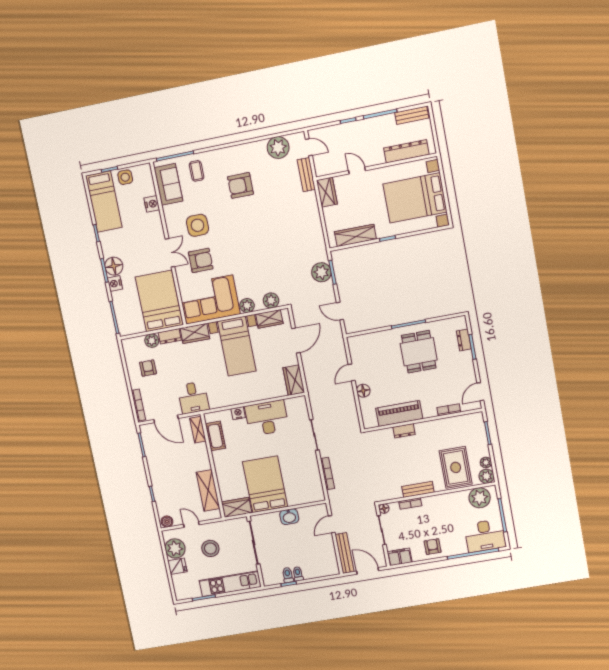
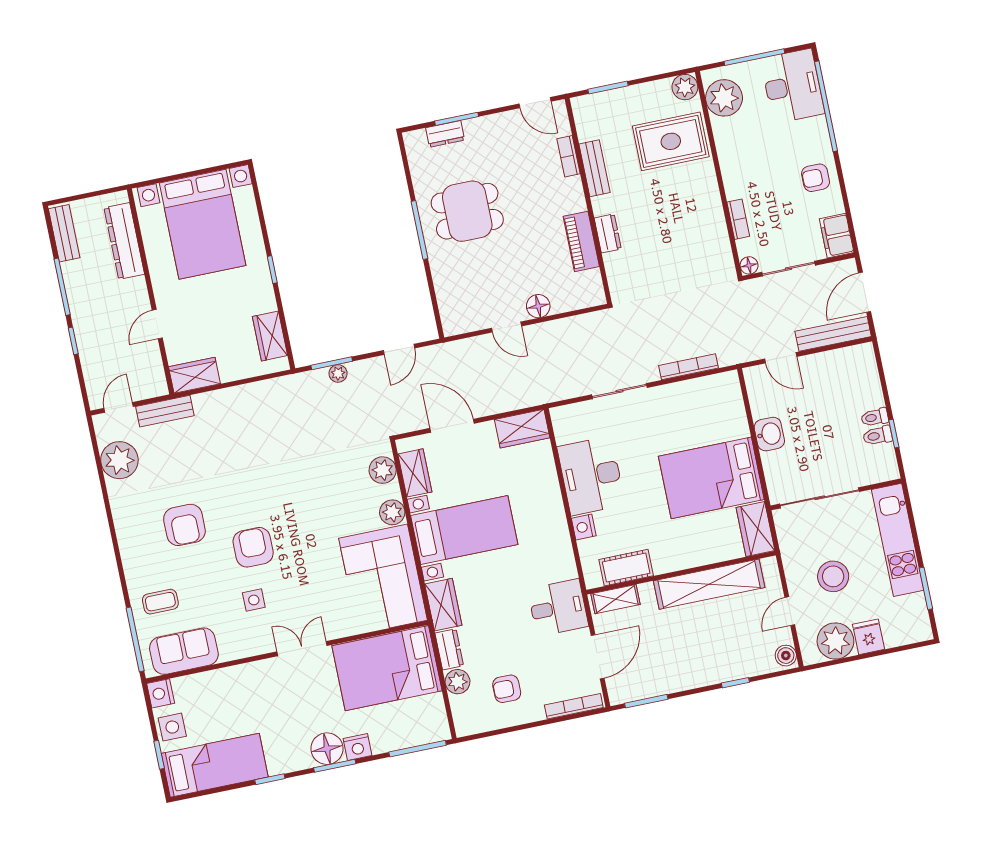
nightstand: (152, 204) -> (161, 693), moved, turned -90
side table: (197, 225) -> (254, 600), width x0.54, depth x0.54
wardrobe: (355, 235) -> (270, 336), width x0.67
armchair: (201, 260) -> (253, 547), moved
plant: (321, 272) -> (338, 373), width x0.53, depth x0.53
piano: (399, 414) -> (581, 241), width x0.73, depth x0.75
plant: (486, 462) -> (660, 89), removed
bench: (418, 489) -> (594, 168), moved
shelving: (208, 490) -> (709, 584), width x1.47

